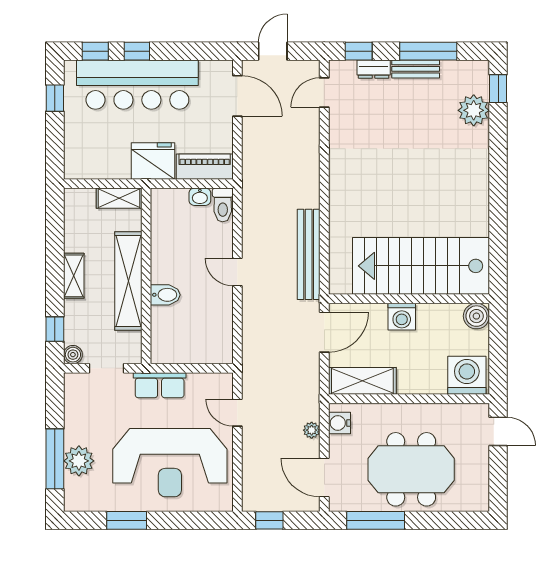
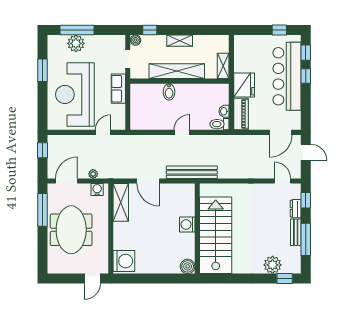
stairs: (421, 266) -> (216, 235), moved
wall: (409, 299) -> (197, 229), moved
boiler: (476, 316) -> (188, 266), moved
washing machine: (402, 317) -> (187, 224), moved

